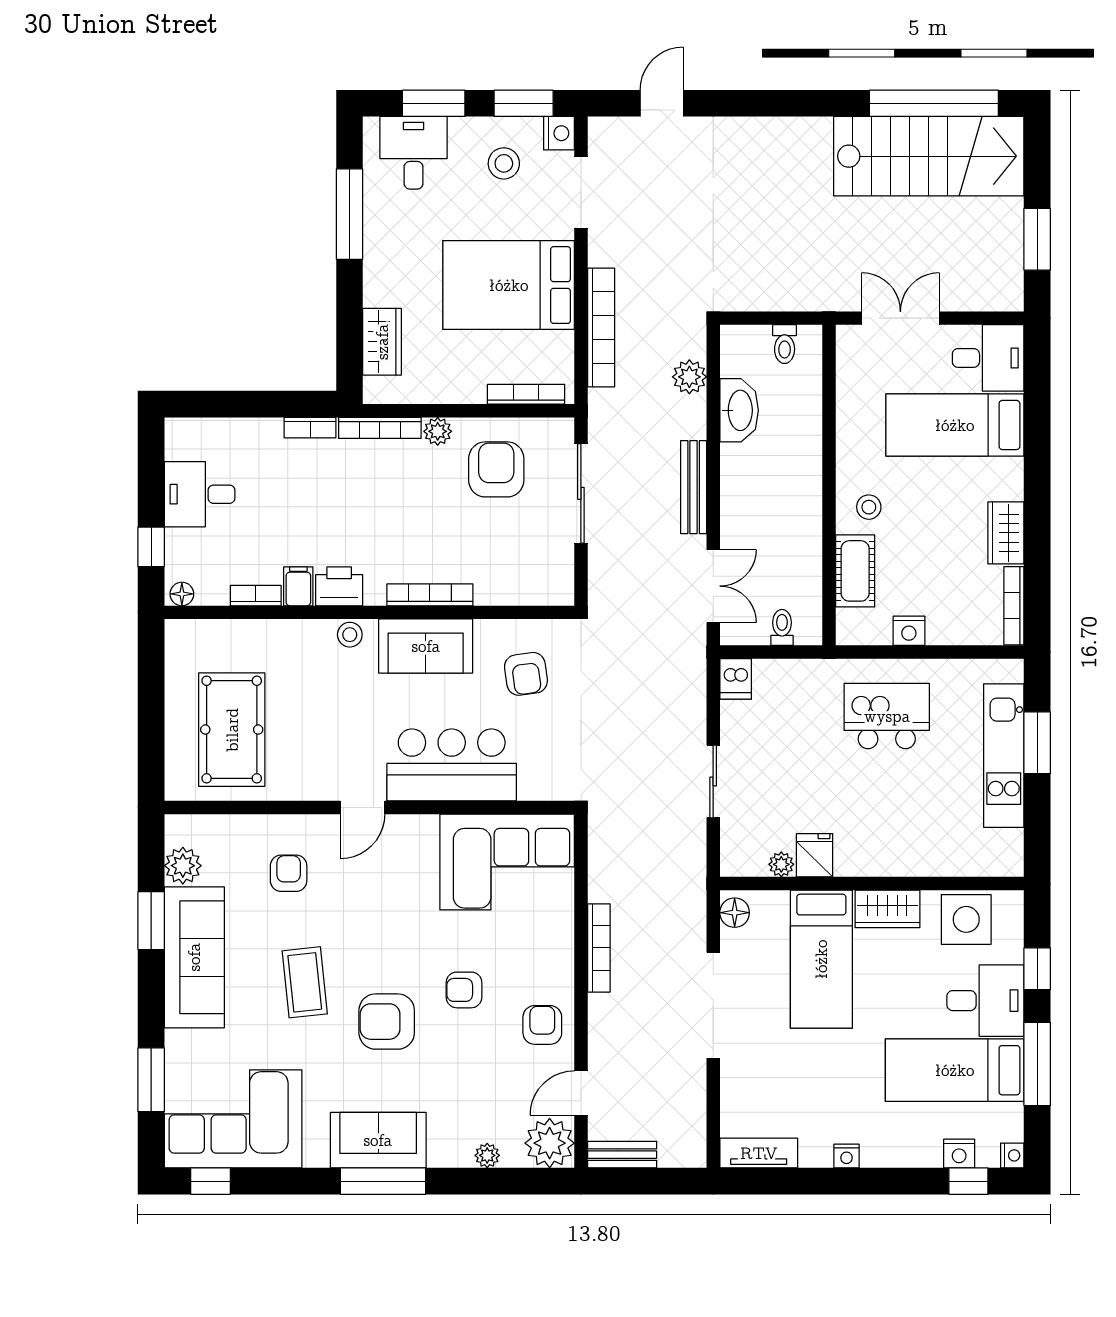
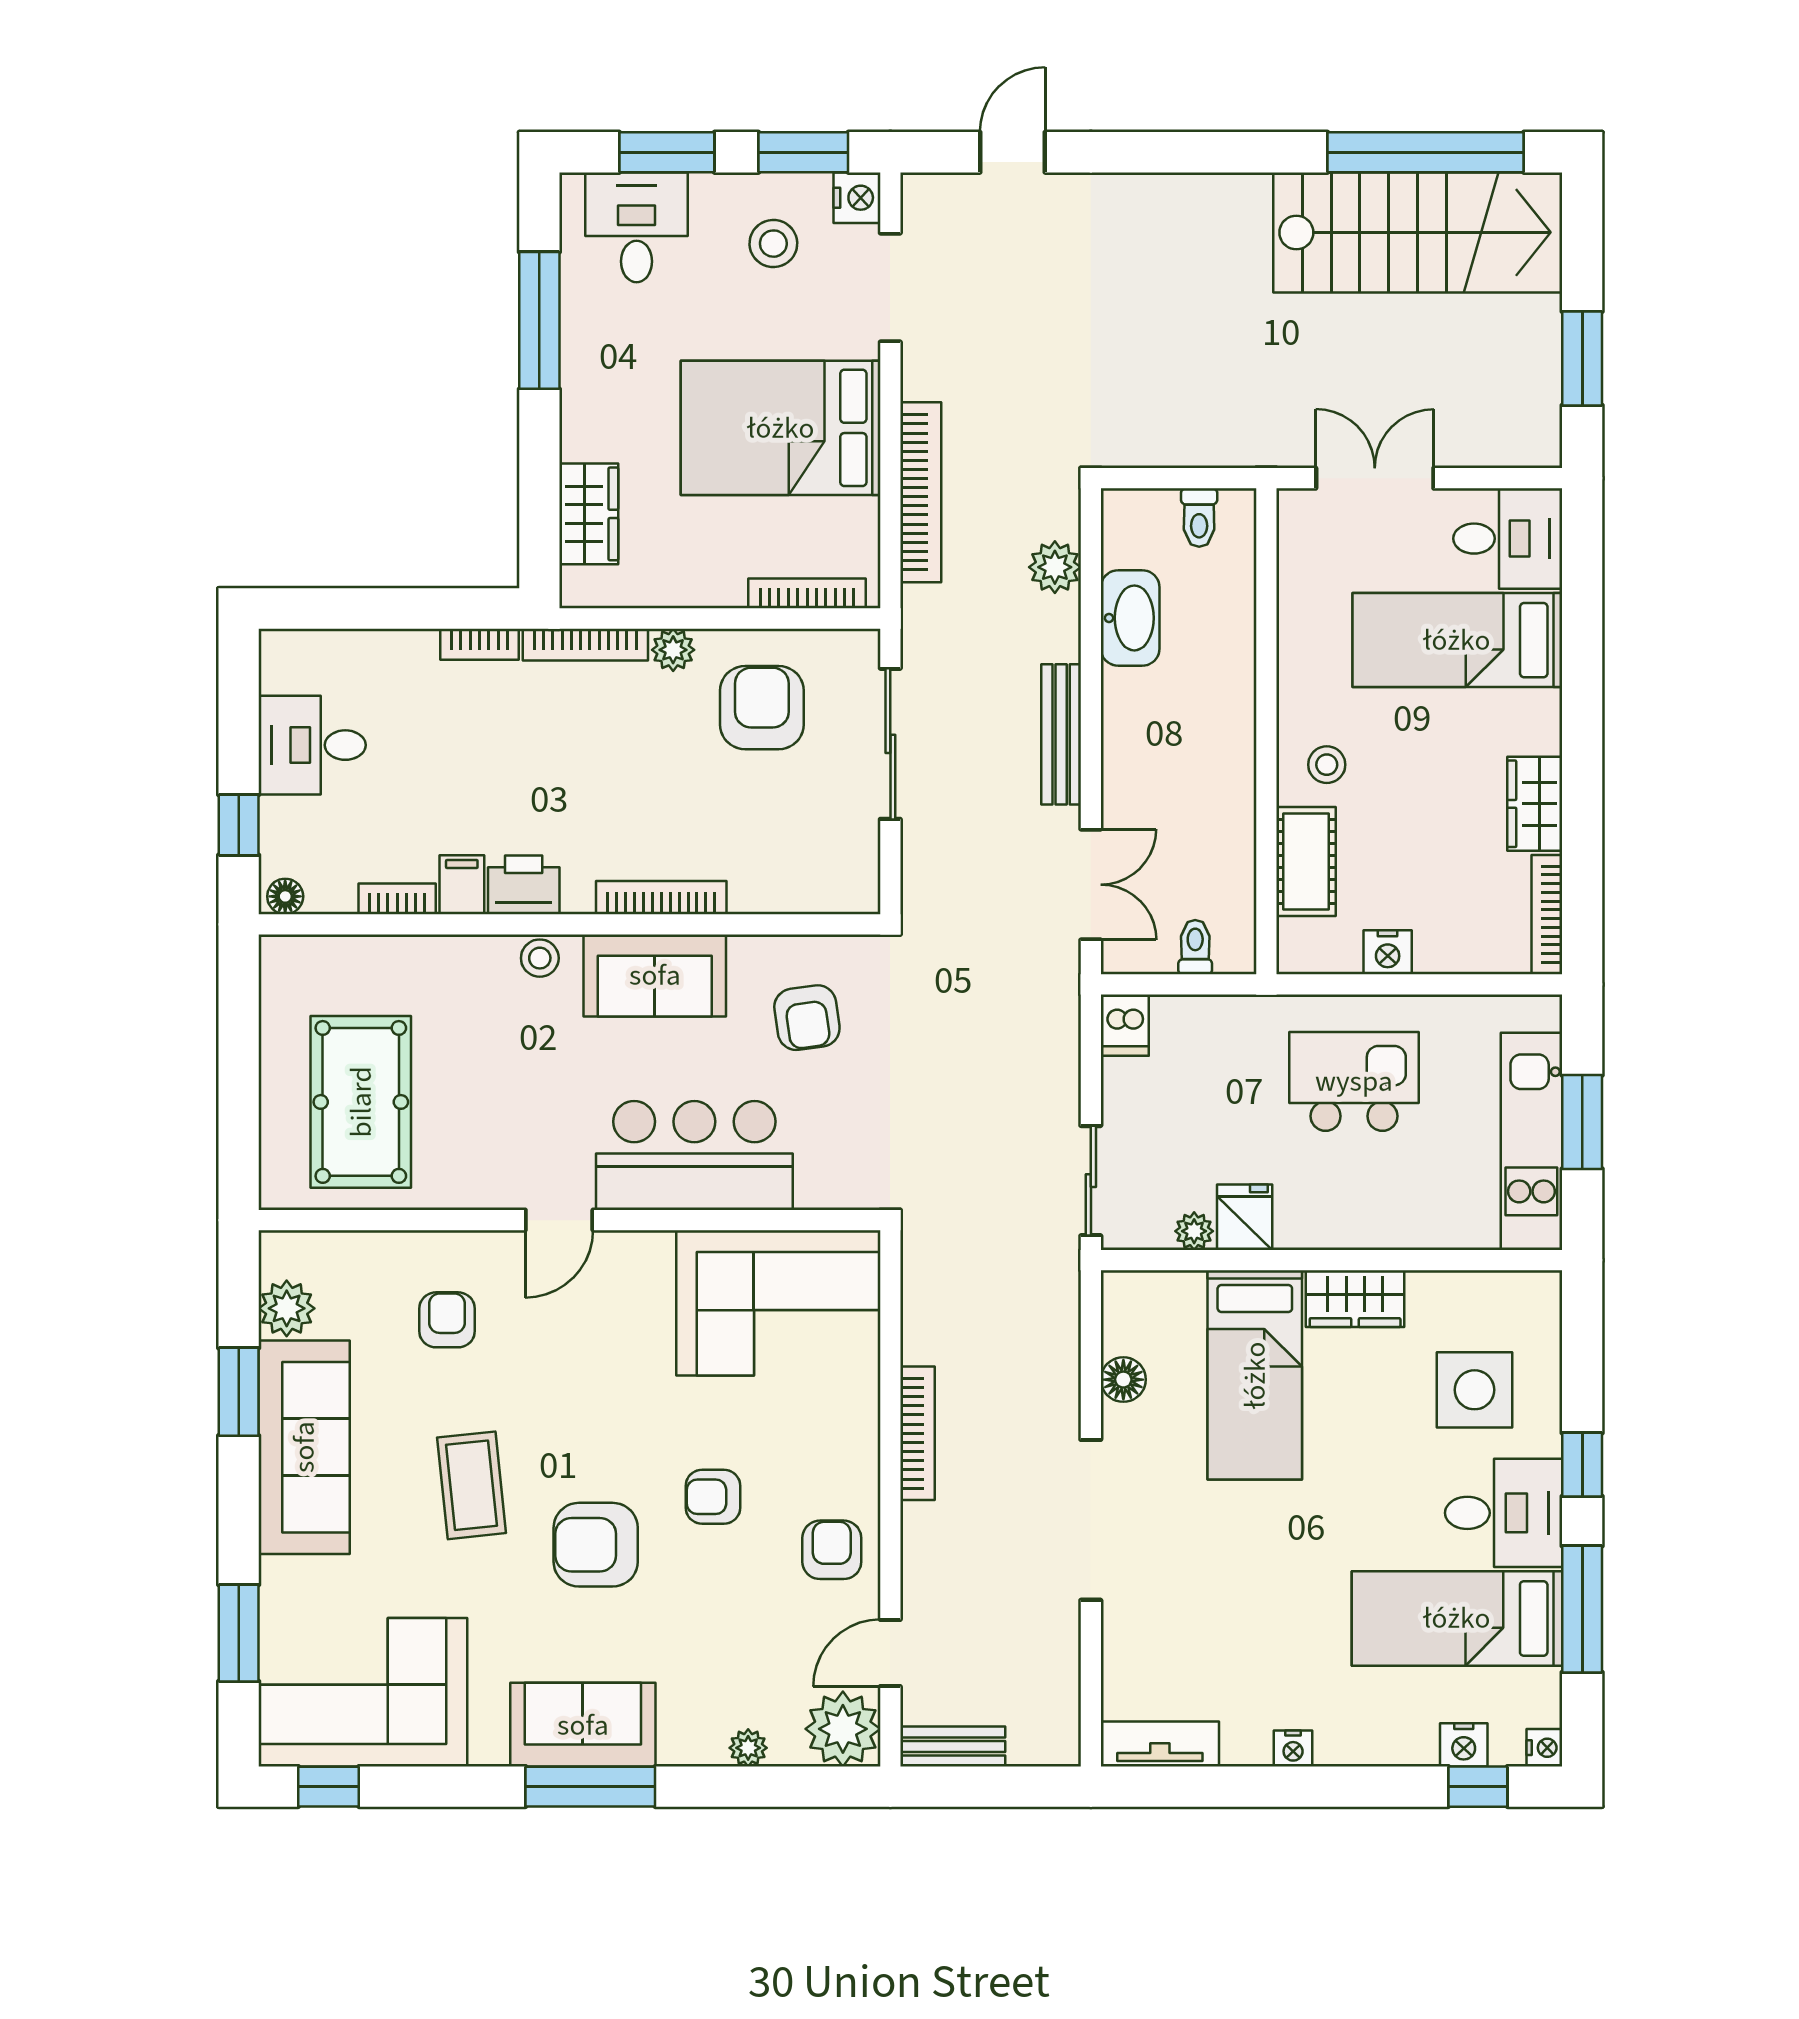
fridge: (815, 855) -> (1245, 1217), moved
plant: (781, 864) -> (1194, 1231), moved
wall: (872, 883) -> (1331, 1260), moved
wardrobe: (887, 909) -> (1355, 1299), moved
bed: (821, 959) -> (1255, 1375), moved

